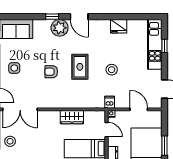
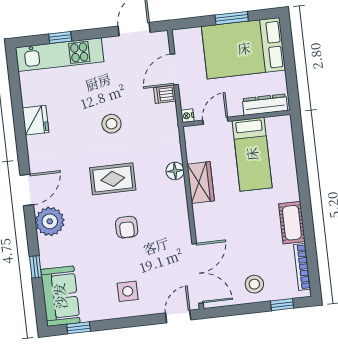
window: (52, 17) -> (36, 267), moved
dishwasher: (110, 102) -> (165, 94), moved
floor lamp: (80, 103) -> (175, 171), added

